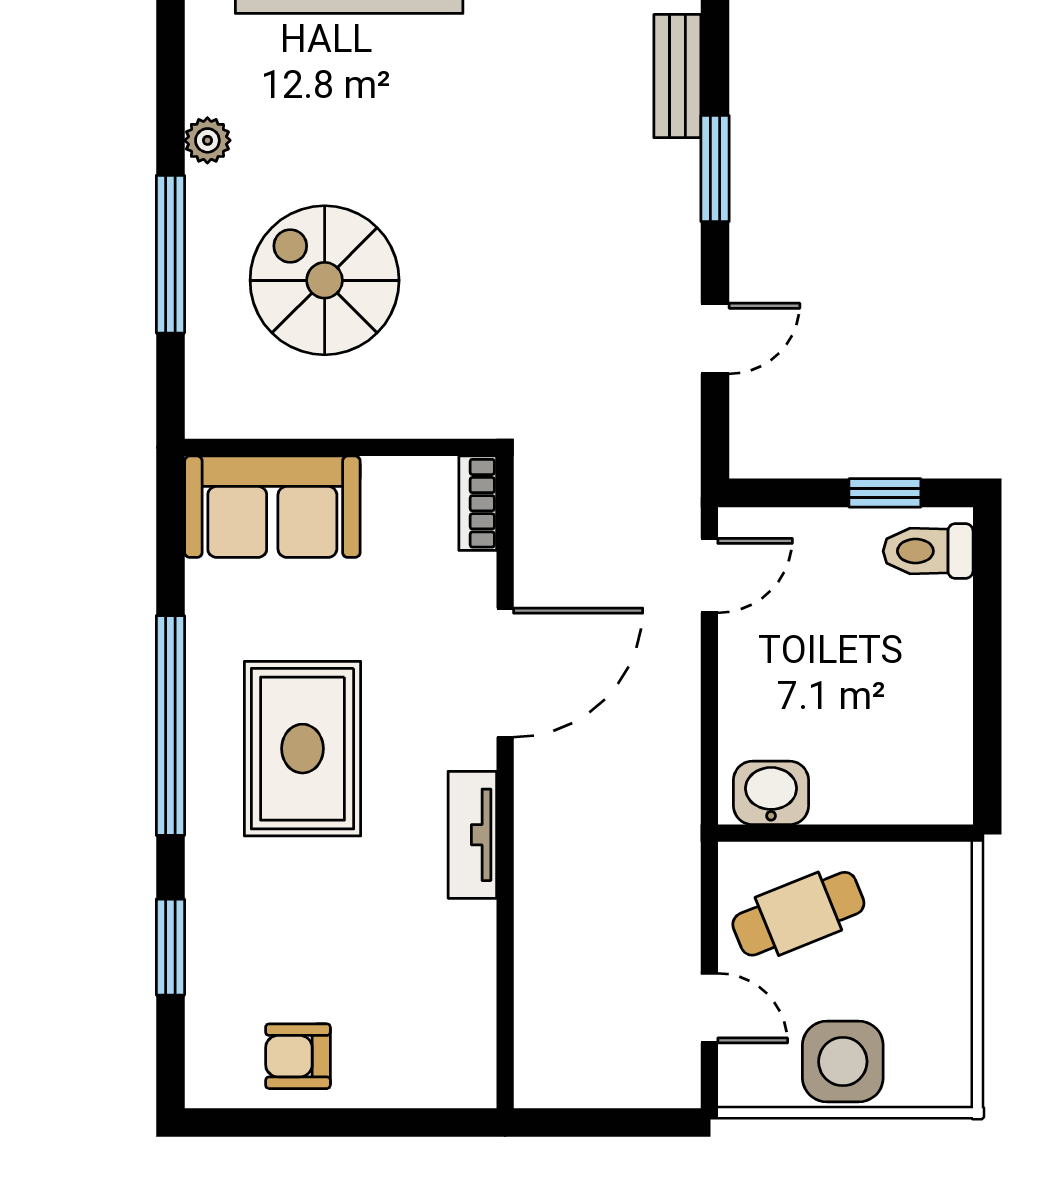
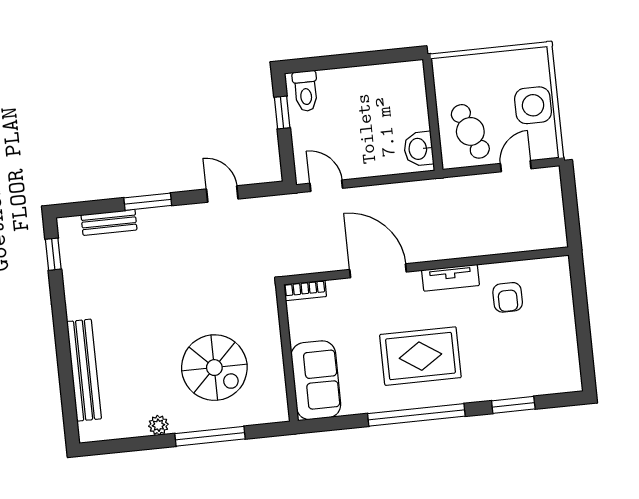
spiral stairs: (325, 280) -> (214, 368), turned -90
armchair: (298, 1056) -> (508, 297), moved

